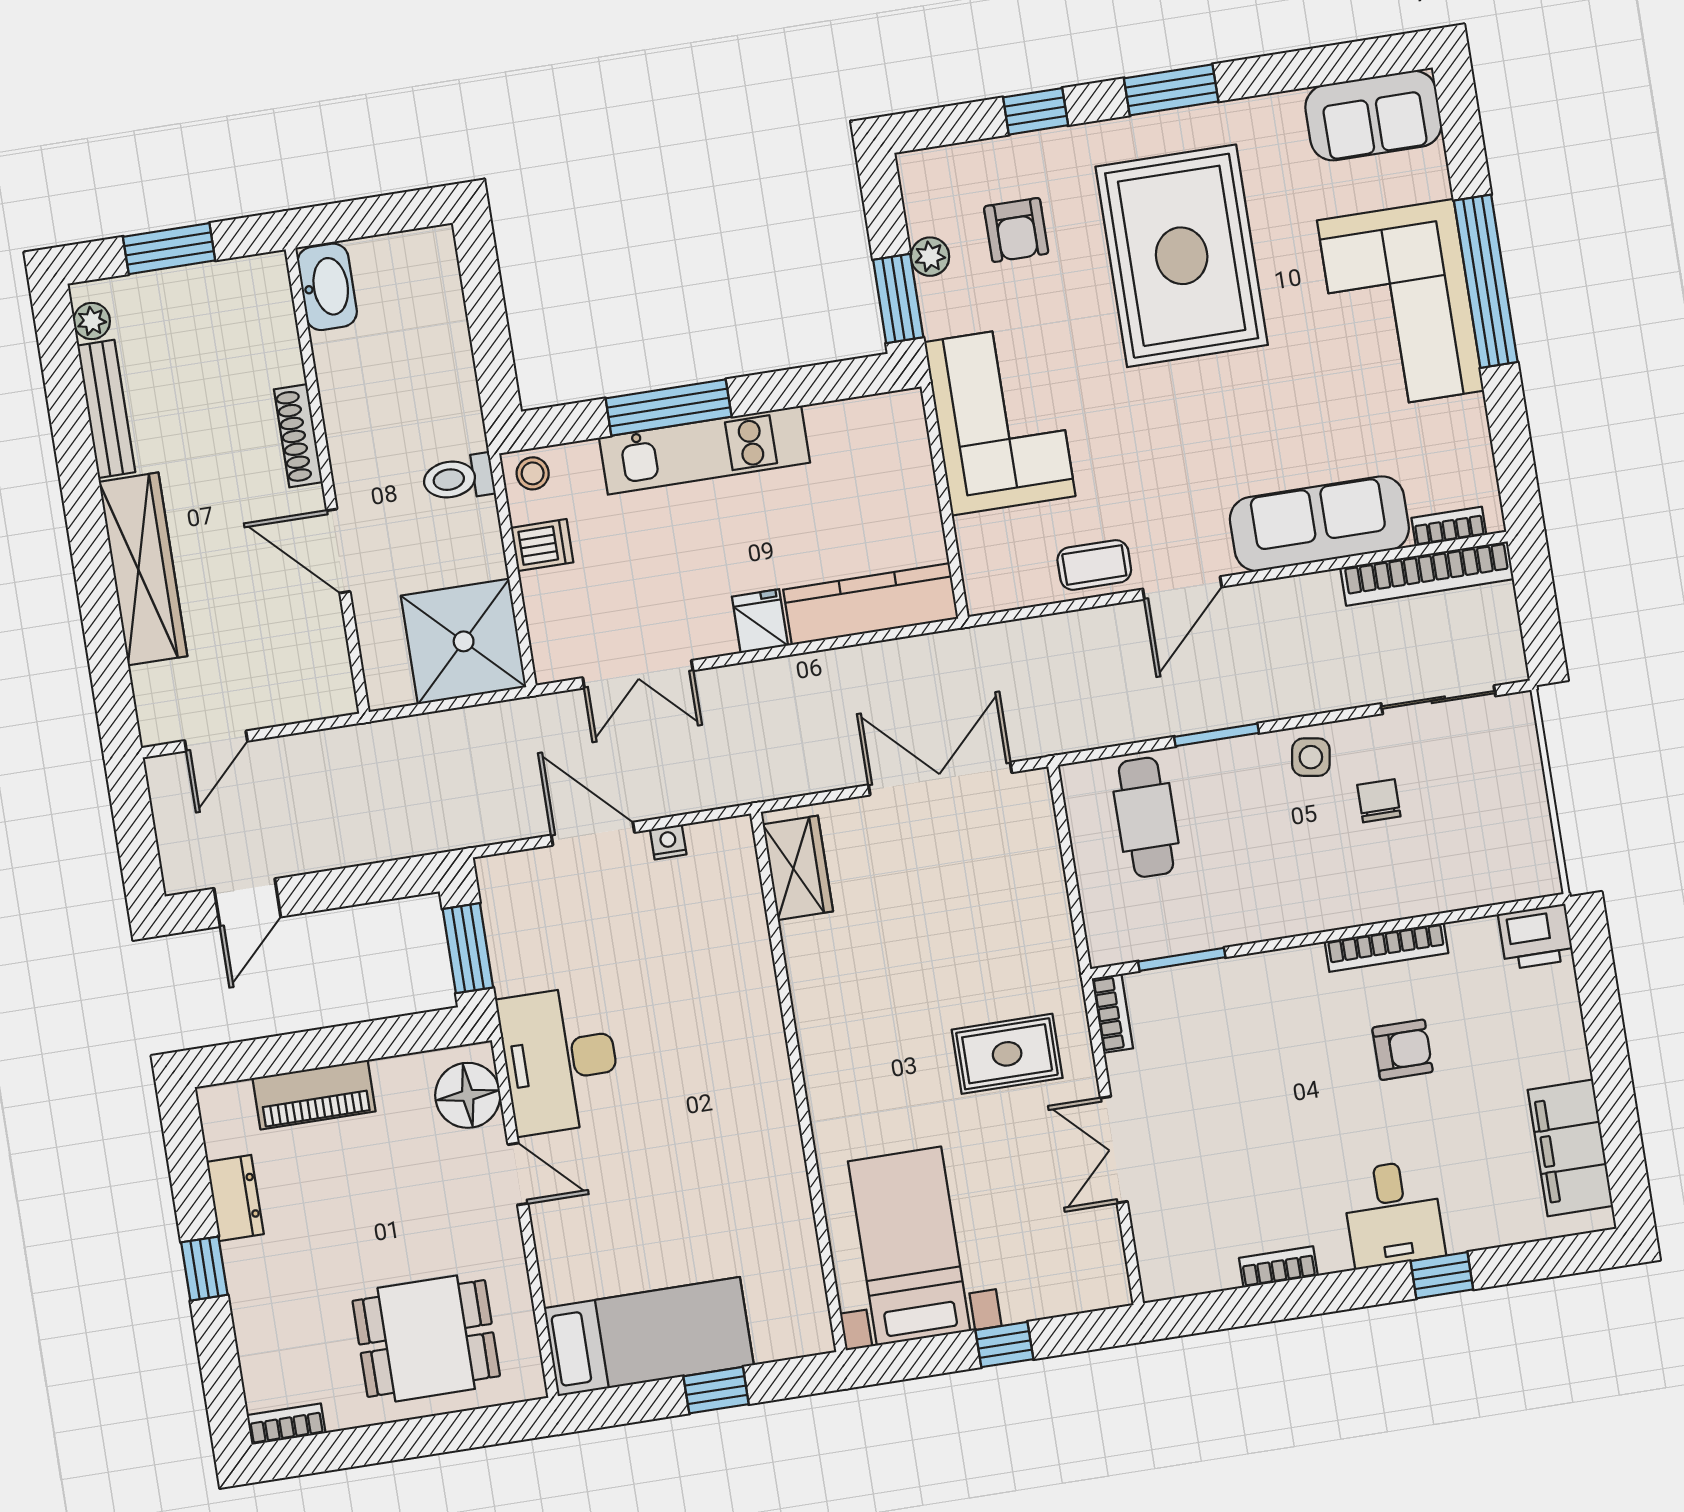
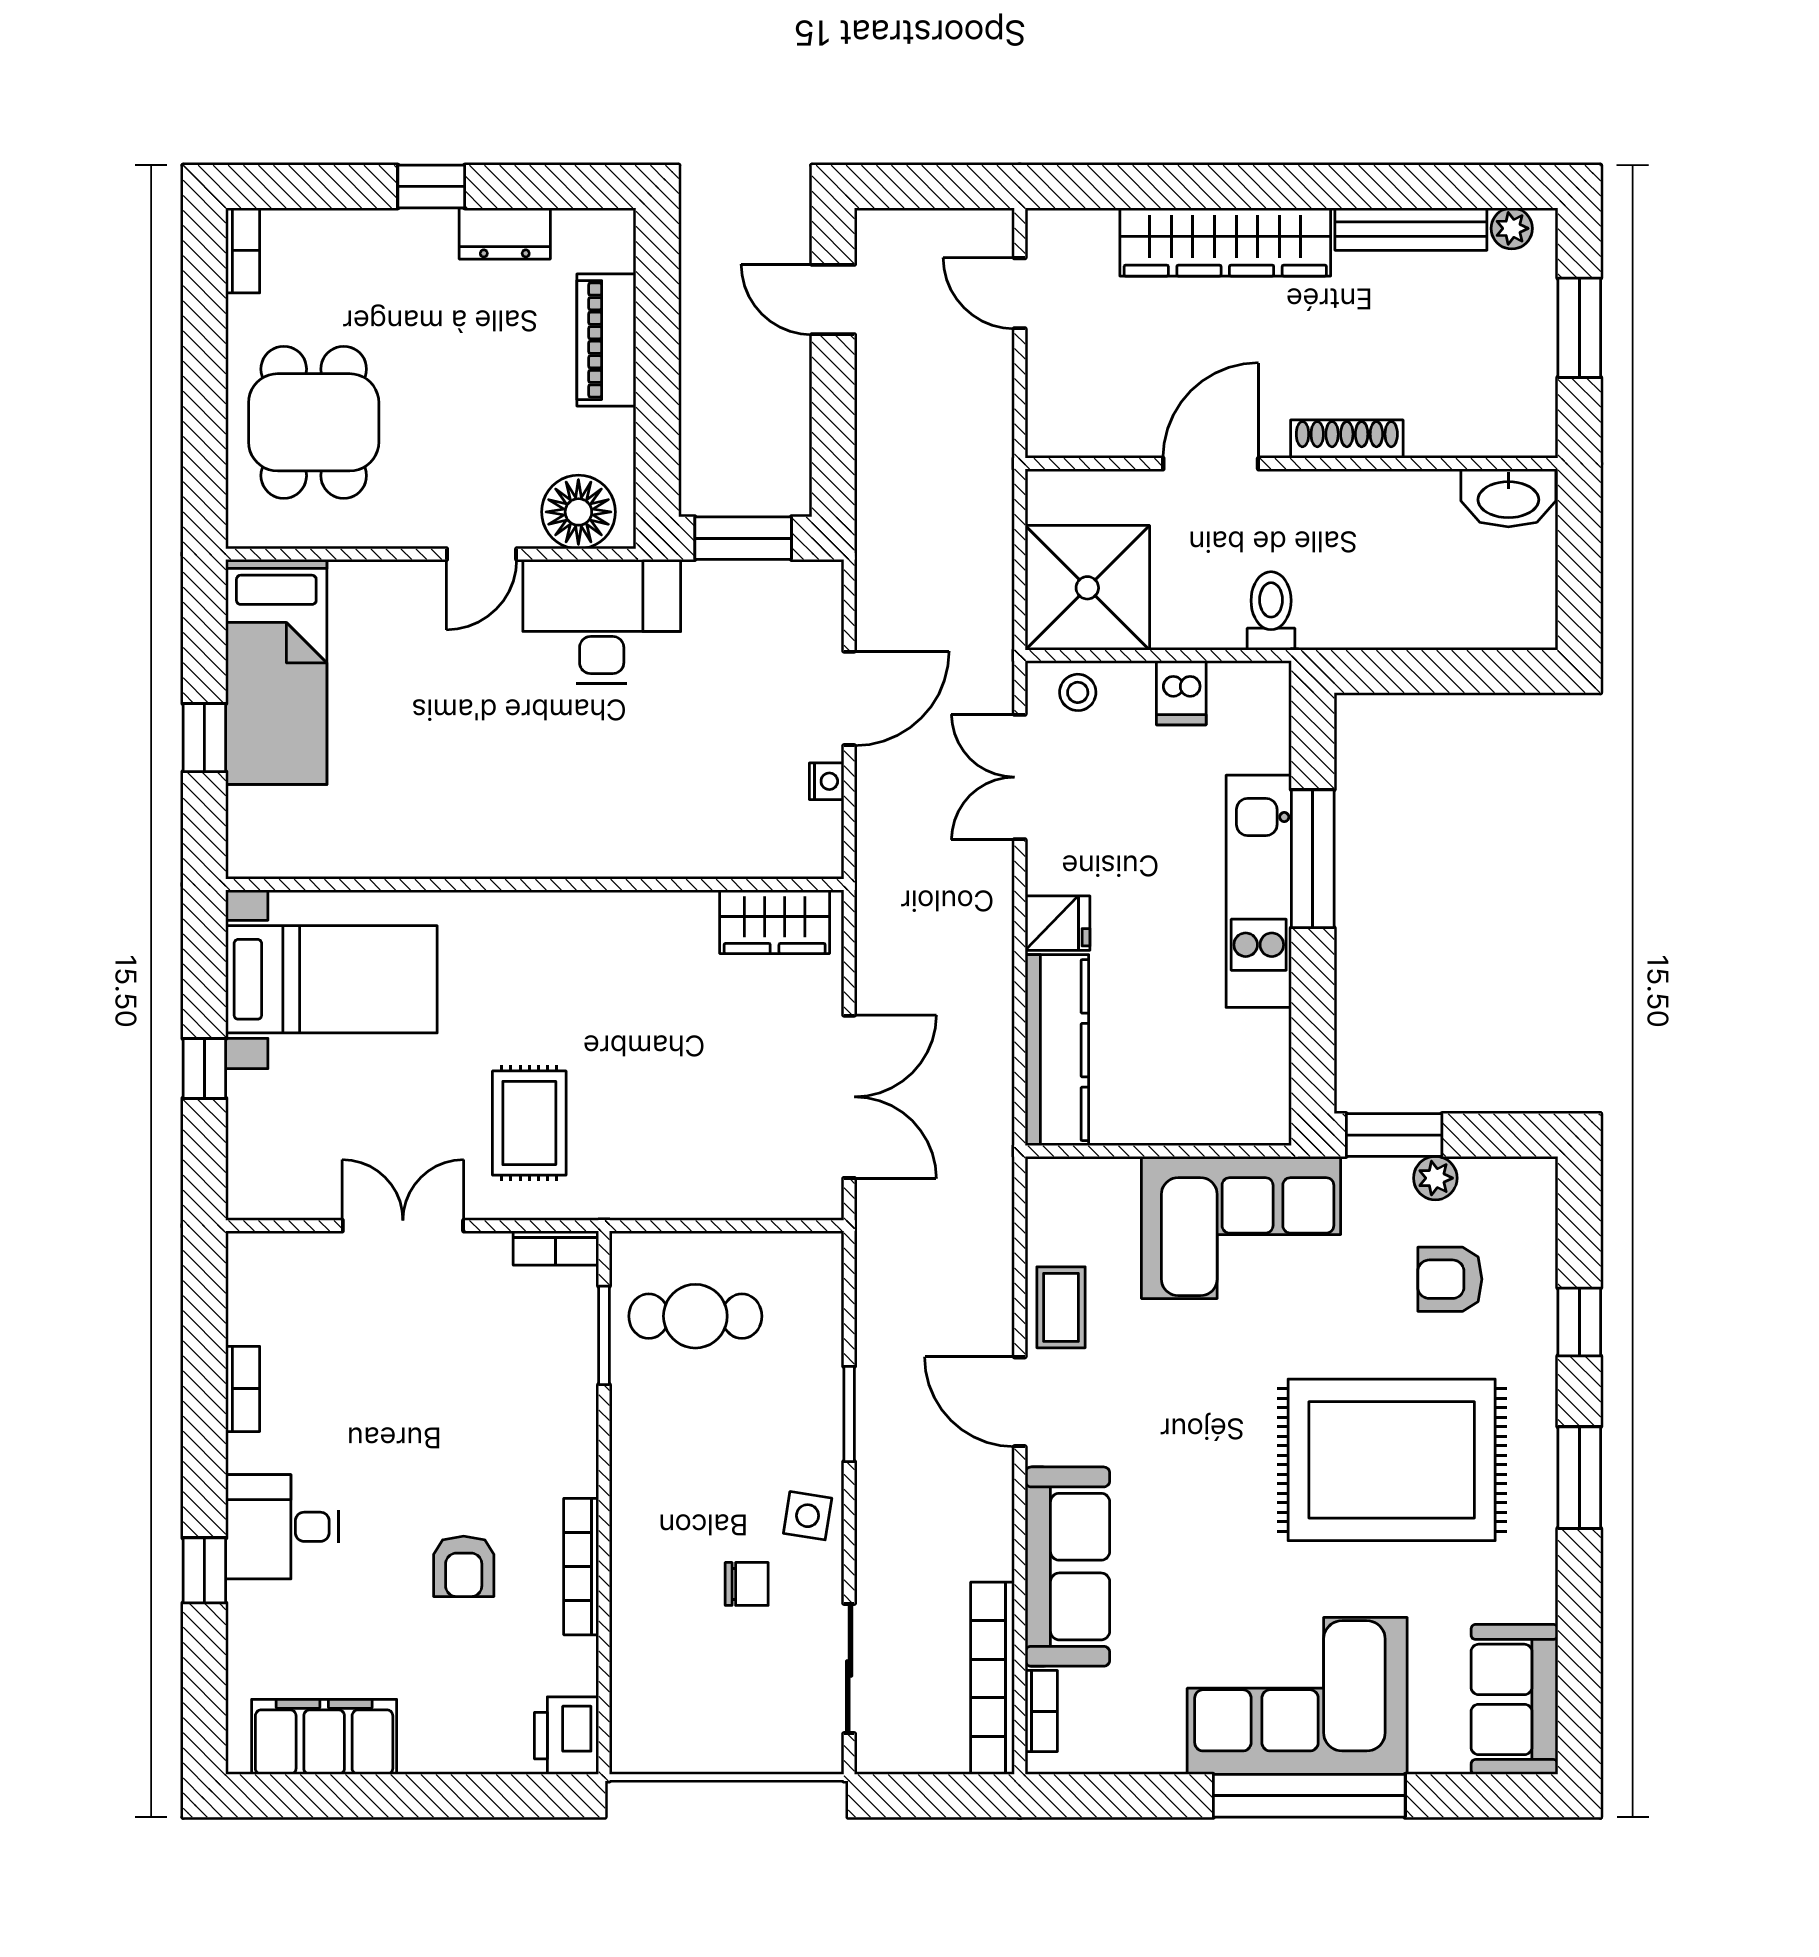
stool: (533, 473) -> (1078, 692), moved
cafe table: (1146, 817) -> (695, 1316), moved

